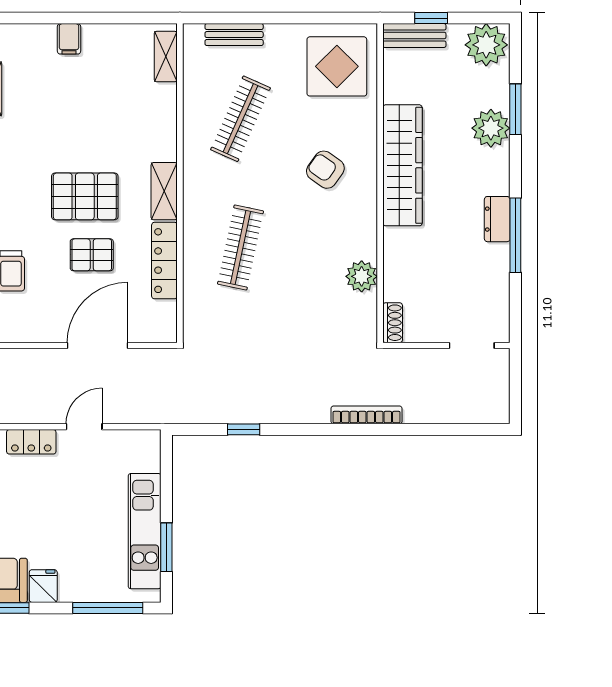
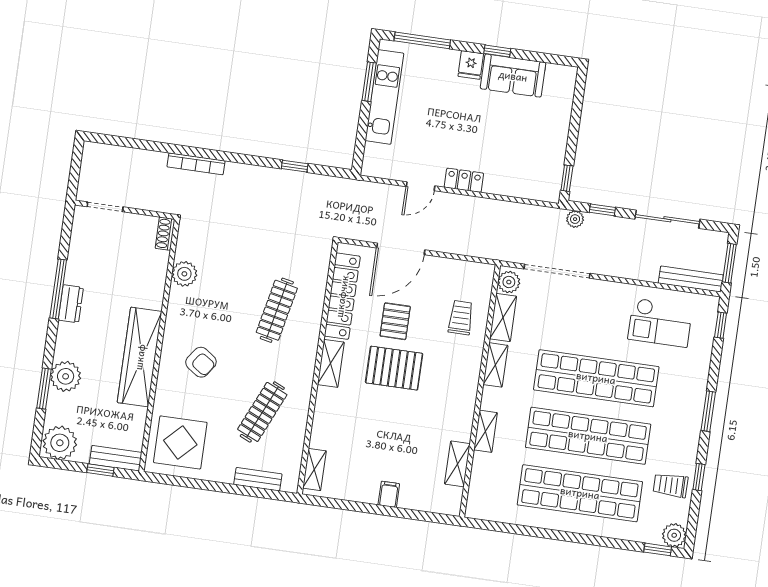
pallet: (92, 255) -> (395, 321), turned 90
locker: (164, 261) -> (342, 296), width x1.41, depth x1.21

